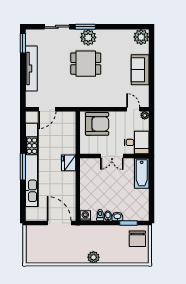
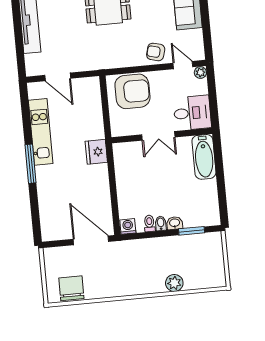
armchair: (115, 98) -> (156, 52), added
door: (47, 109) -> (58, 77), hinge flipped
kitchen unit: (32, 165) -> (41, 132), width x0.54
chair: (137, 239) -> (71, 288), moved, turned 180
plant: (93, 257) -> (174, 283), moved

